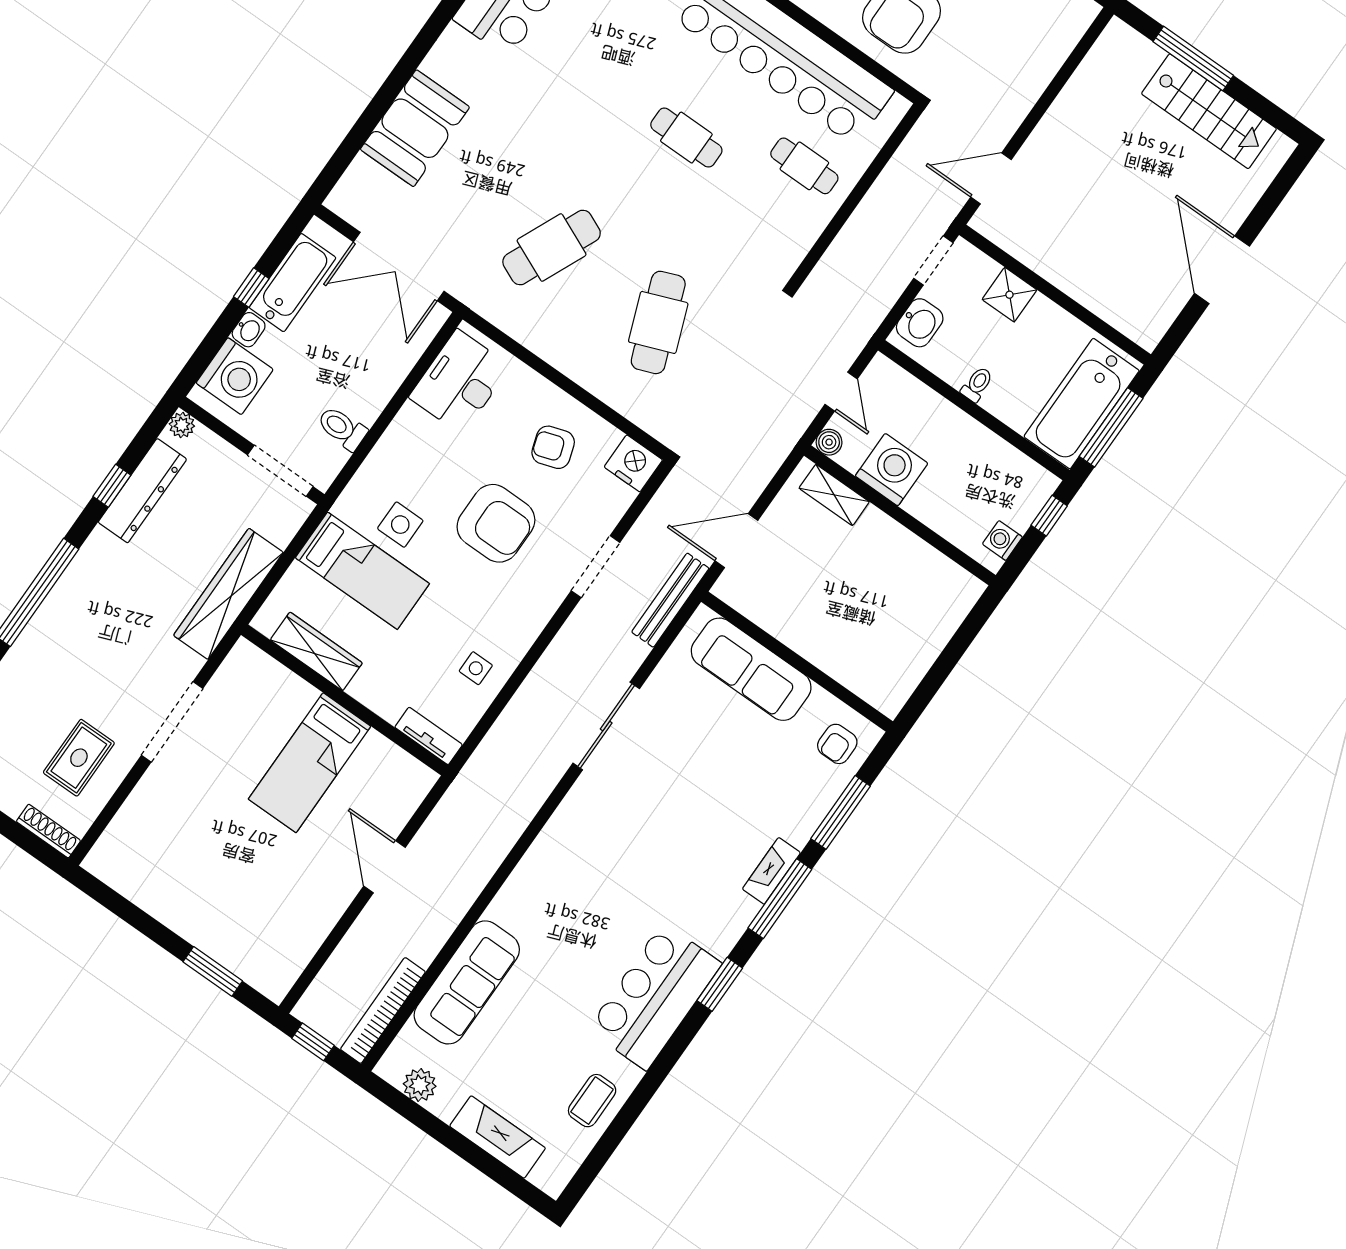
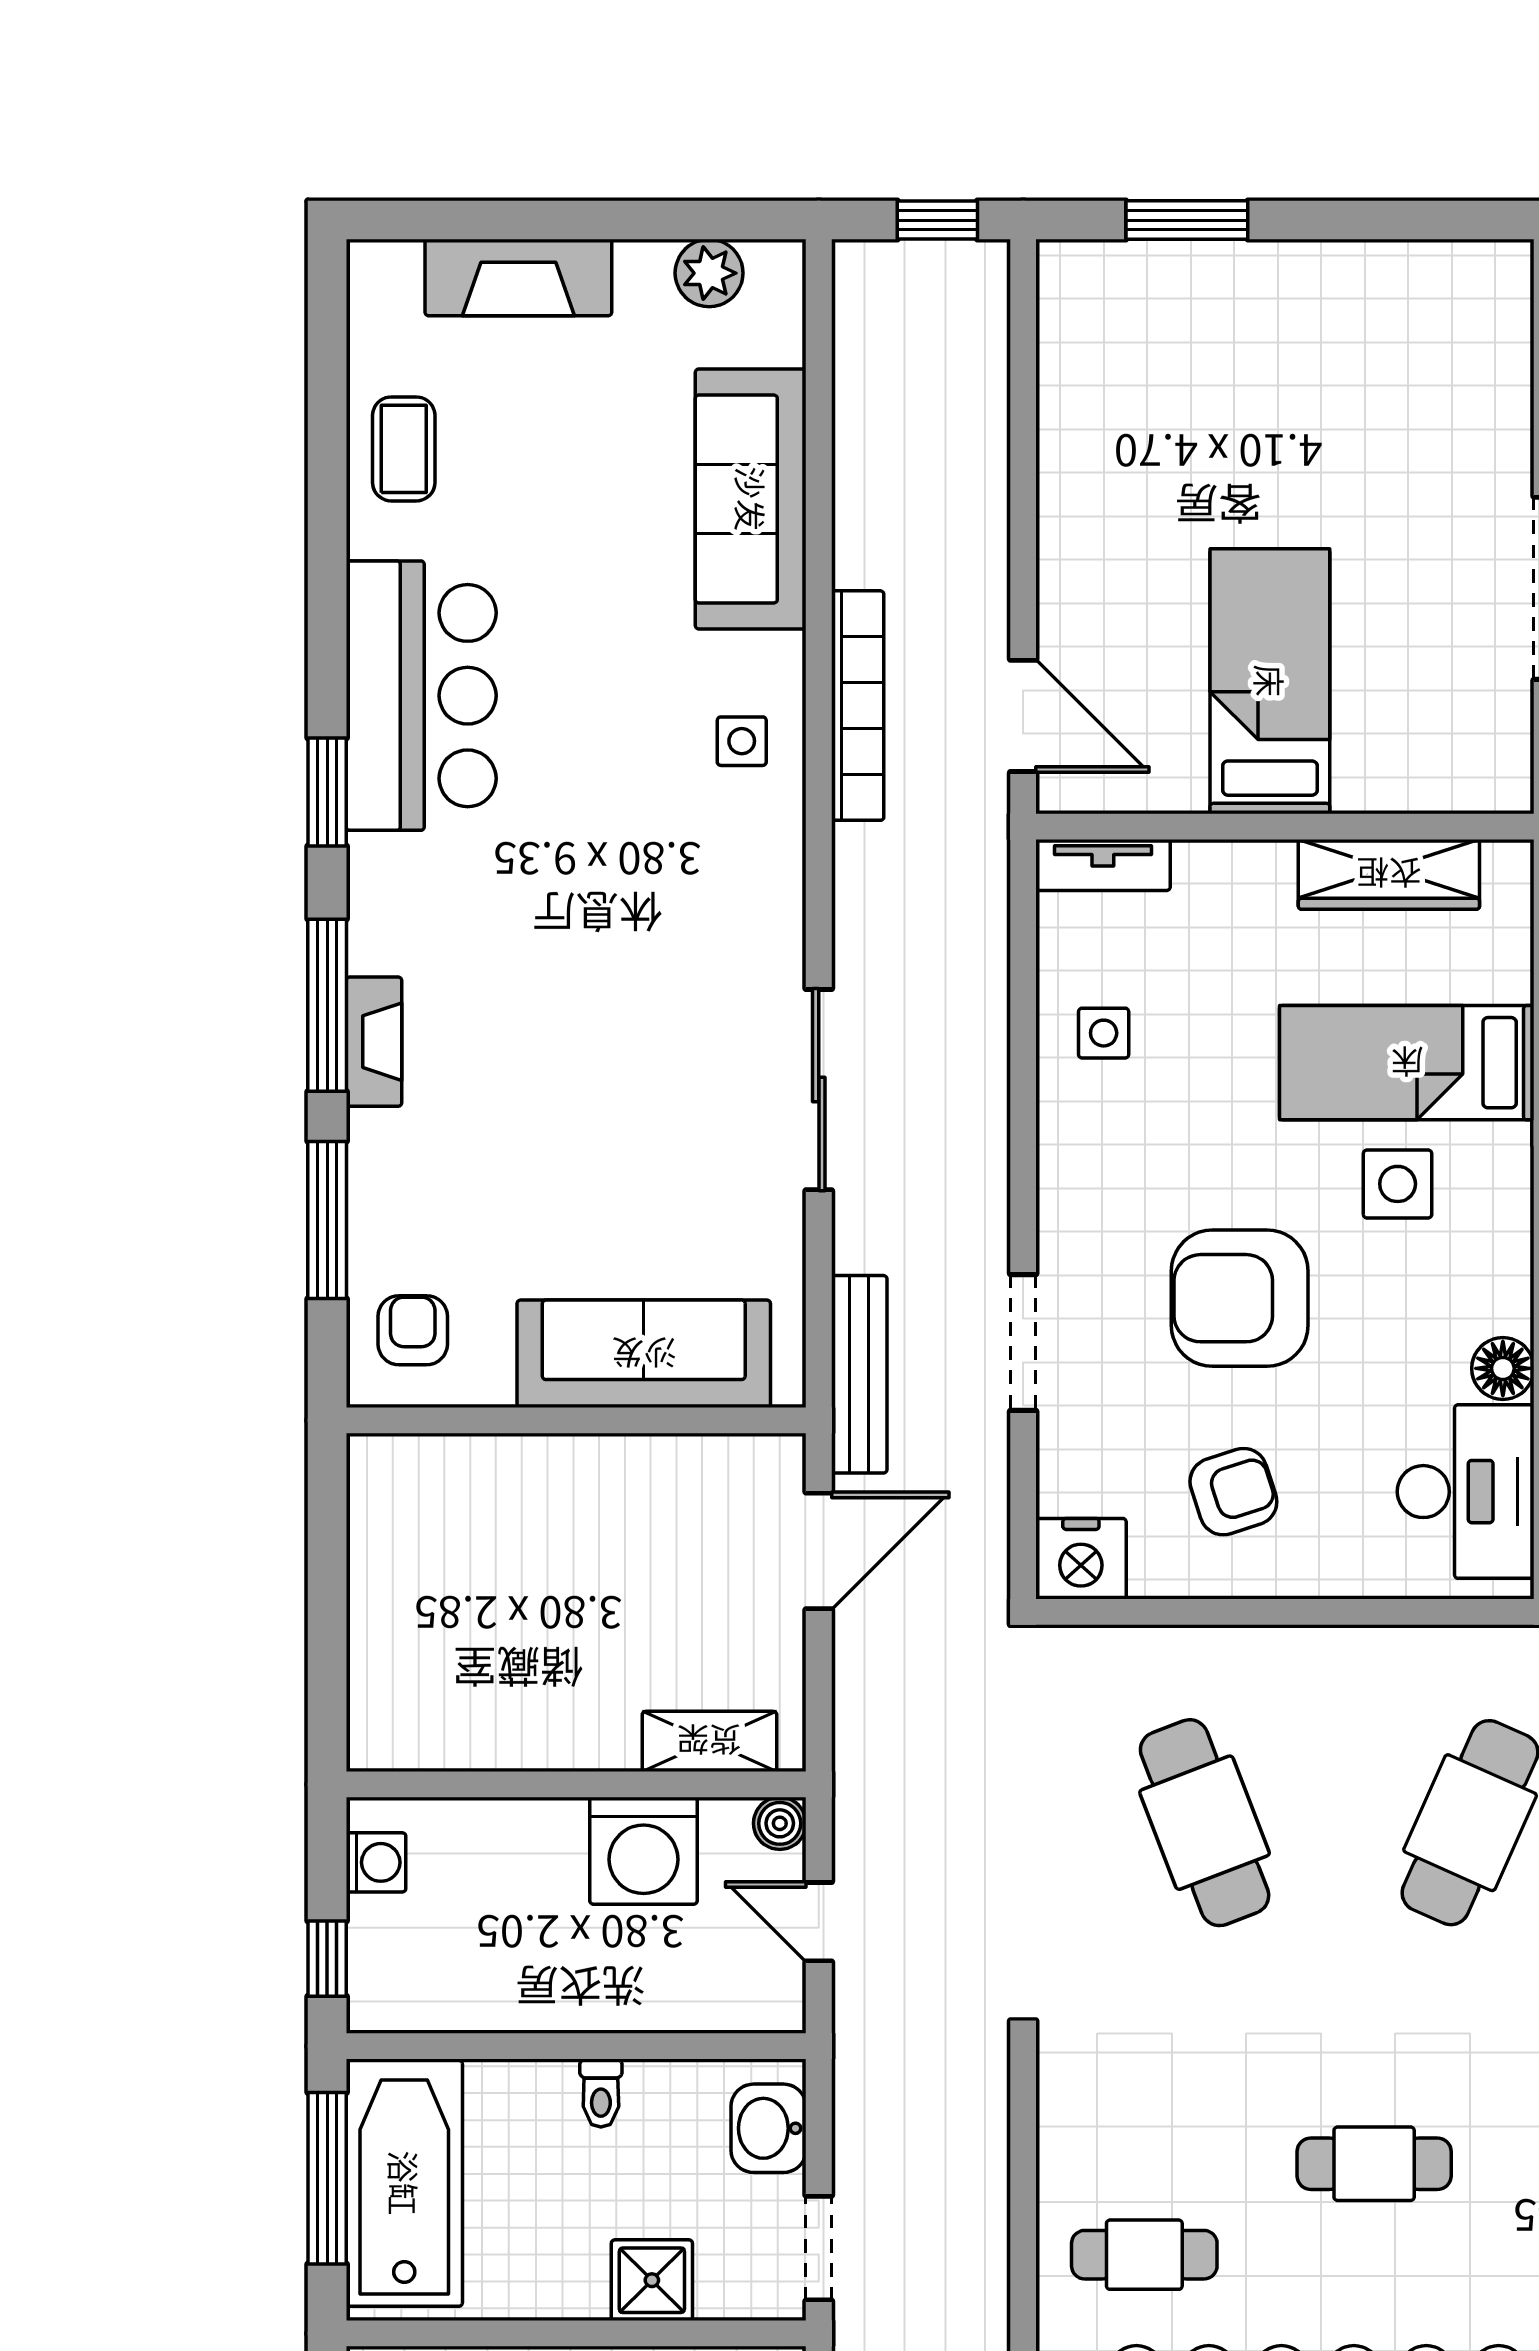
floor lamp: (410, 421) -> (1503, 1368), added
door: (385, 867) -> (1023, 716), moved
side table: (539, 888) -> (742, 741), added
bookcase: (383, 1010) -> (858, 706), moved

